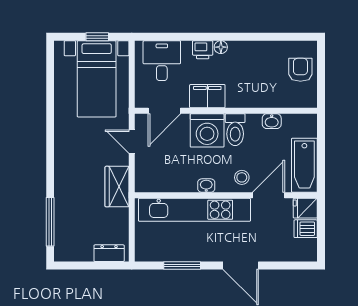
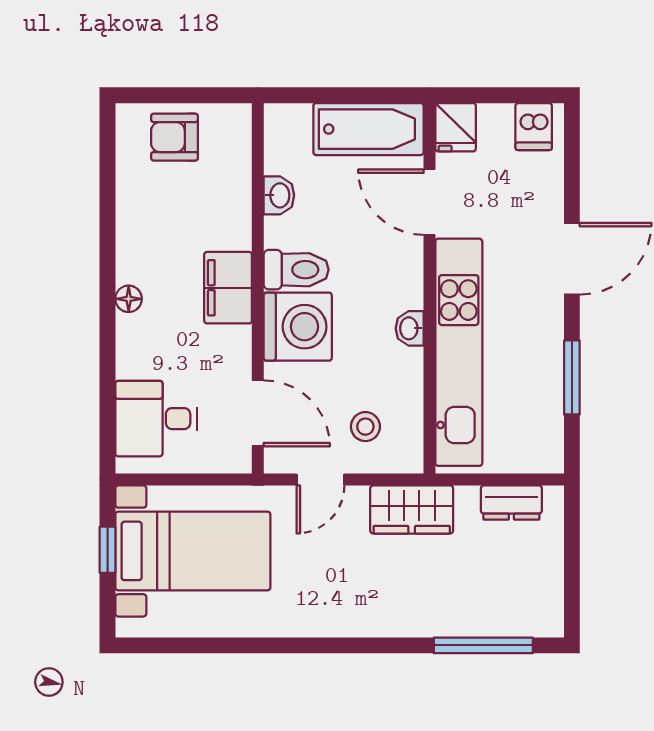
printer: (203, 50) -> (134, 336), removed
filing cabinet: (207, 96) -> (228, 288), moved
stool: (242, 177) -> (365, 427), moved
dishwasher: (306, 229) -> (534, 127), moved
dresser: (109, 253) -> (511, 503), moved, turned -90

